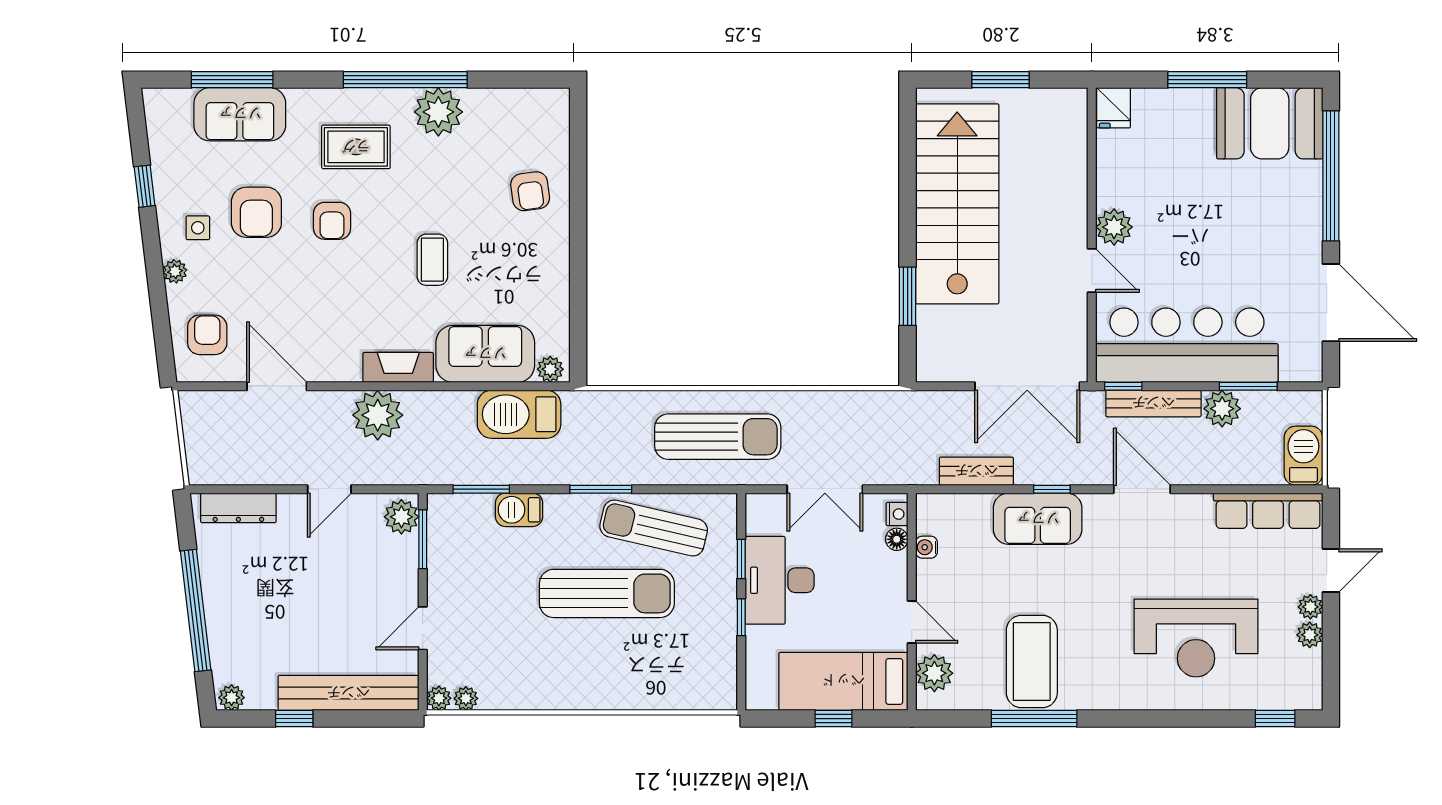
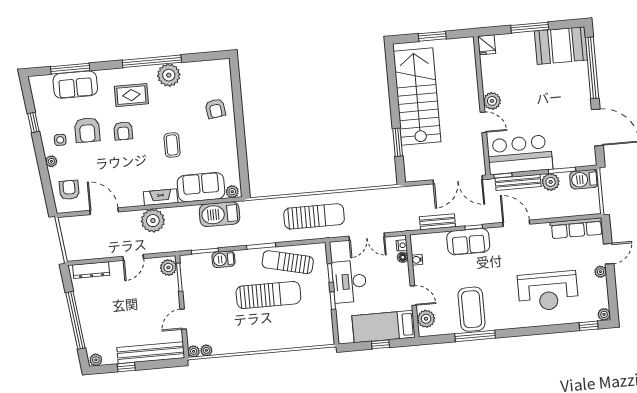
bar counter: (1187, 345) -> (520, 155), width x0.73
barbecue: (1303, 456) -> (584, 179), moved, turned -90
plant: (1310, 635) -> (604, 314), moved

